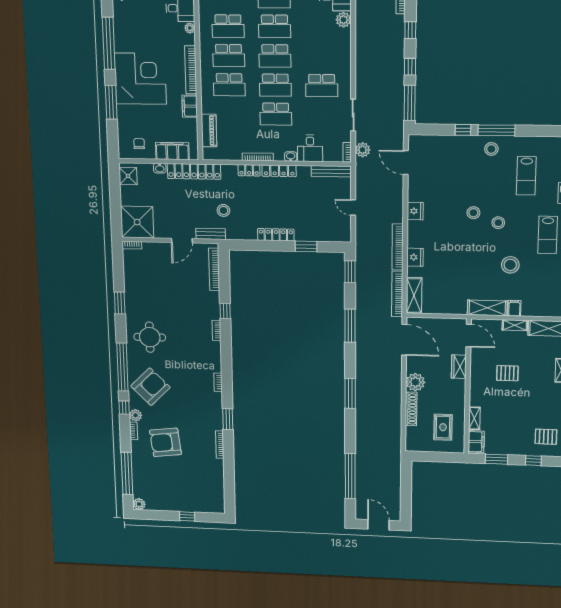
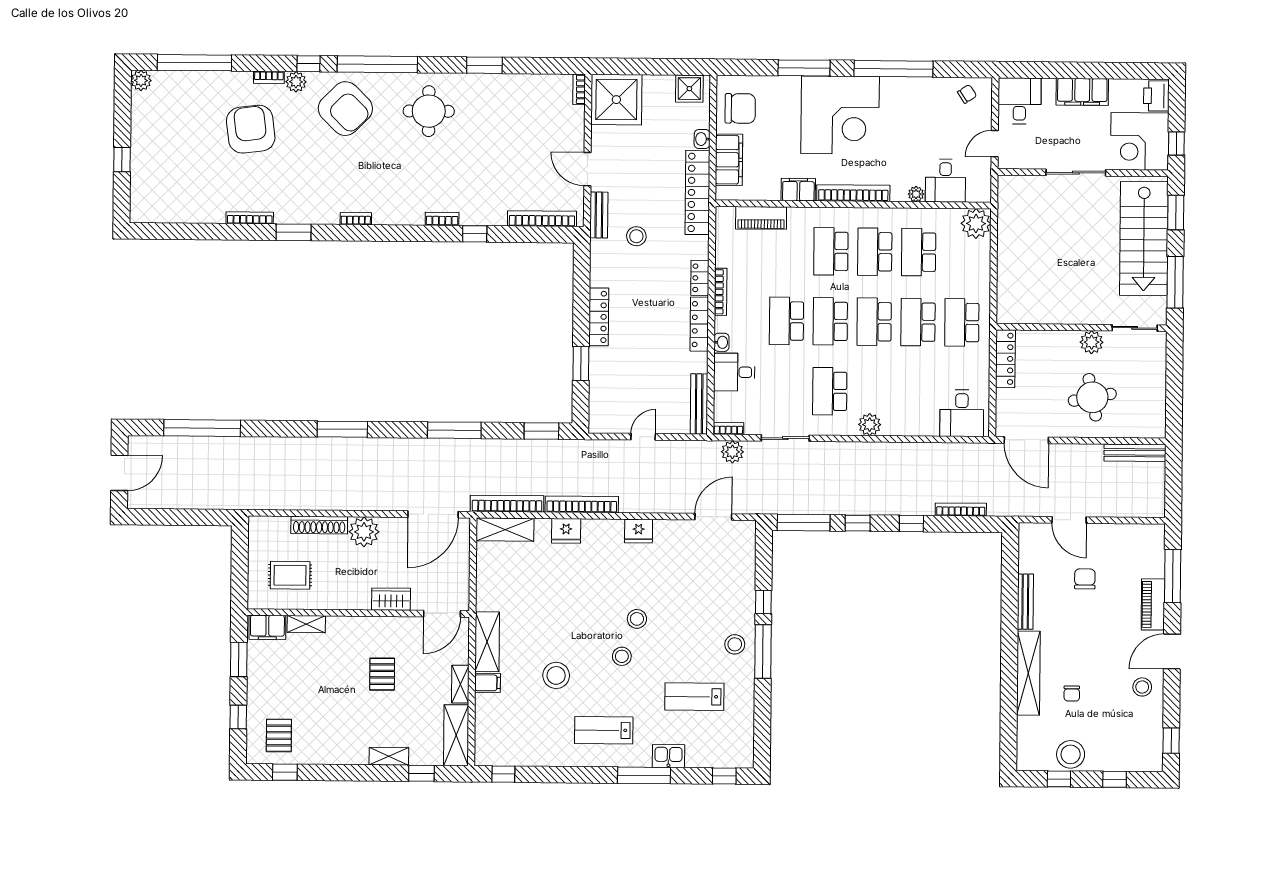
plant: (343, 20) -> (870, 425), moved
chair: (139, 144) -> (740, 108), width x1.87, depth x1.87

